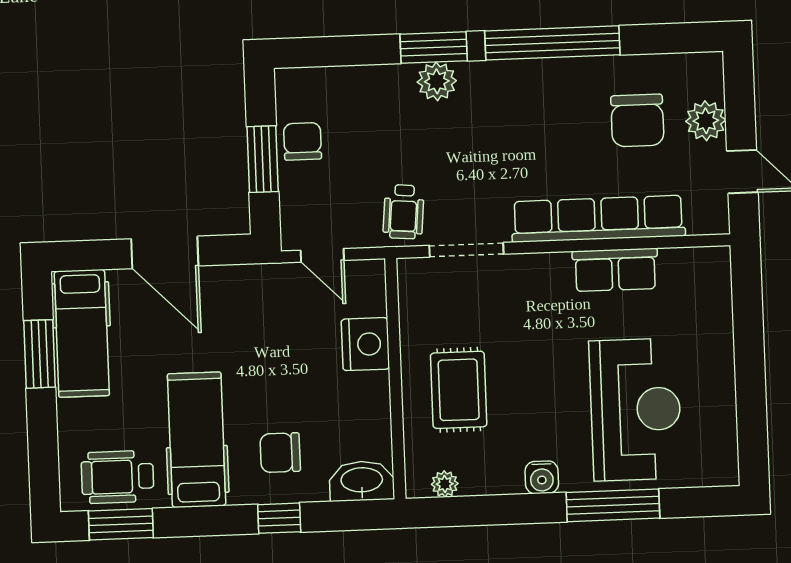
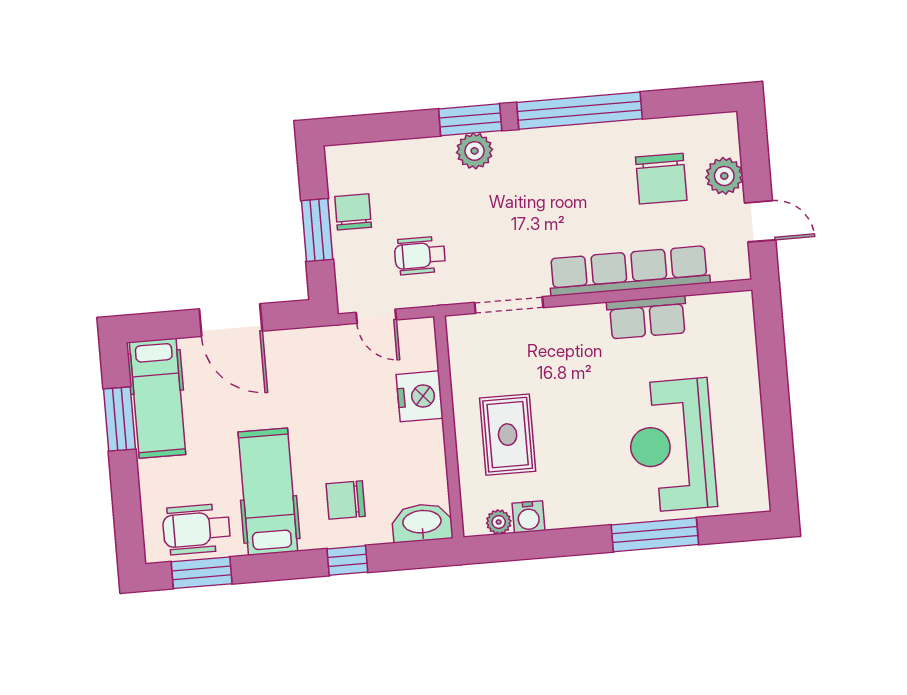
wheelchair: (404, 212) -> (420, 255), moved, turned 85
reception desk: (636, 410) -> (672, 445), turned 180
water cooler: (542, 477) -> (528, 517), moved

